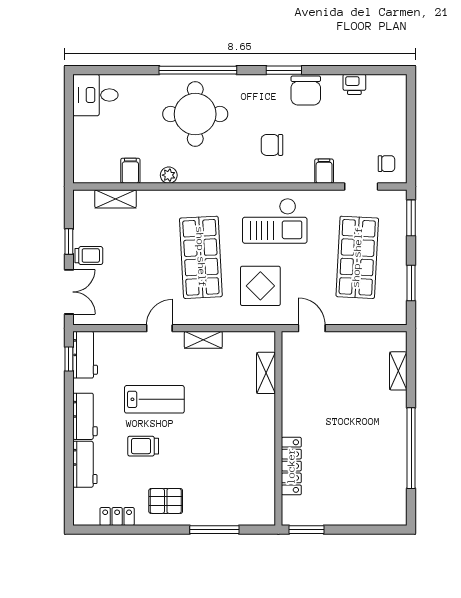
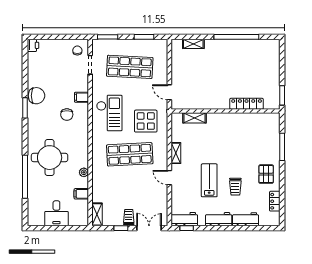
window: (198, 70) -> (25, 177), moved
printer: (354, 84) -> (33, 45), moved
desk: (95, 95) -> (56, 213), moved
filing cabinet: (324, 171) -> (82, 97), moved
shelving: (115, 199) -> (97, 214), moved
door: (312, 328) -> (169, 92), hinge flipped

